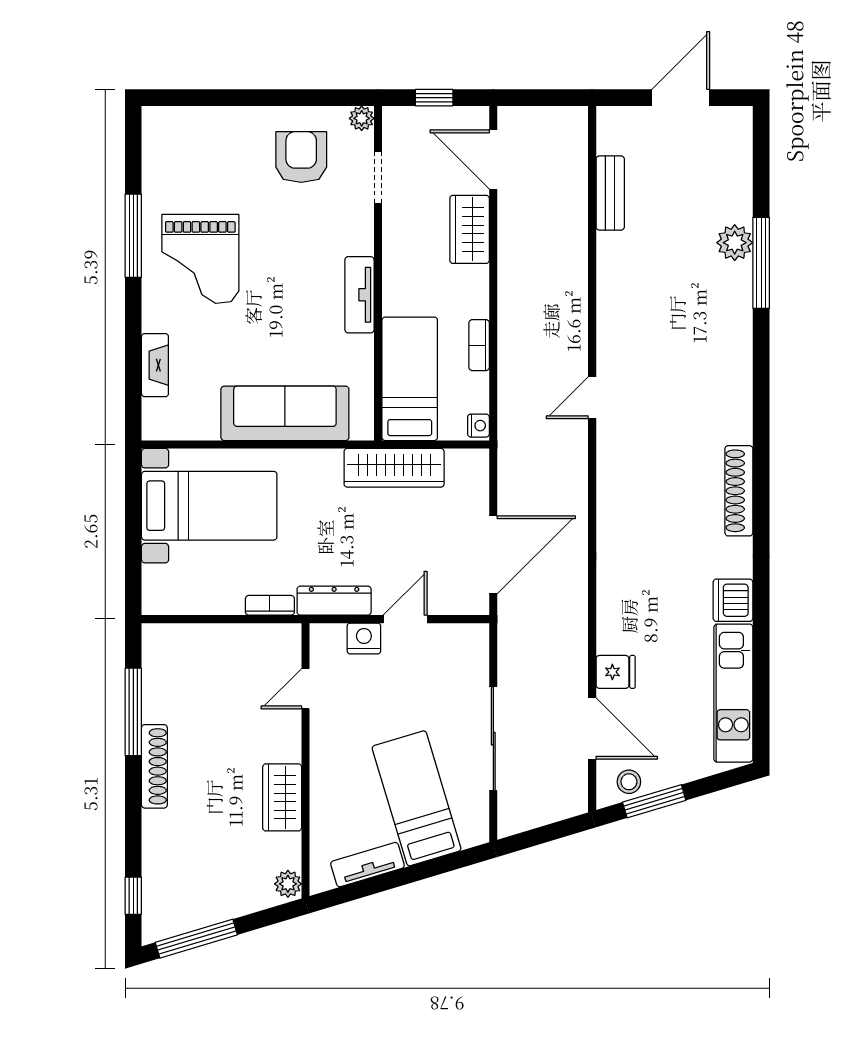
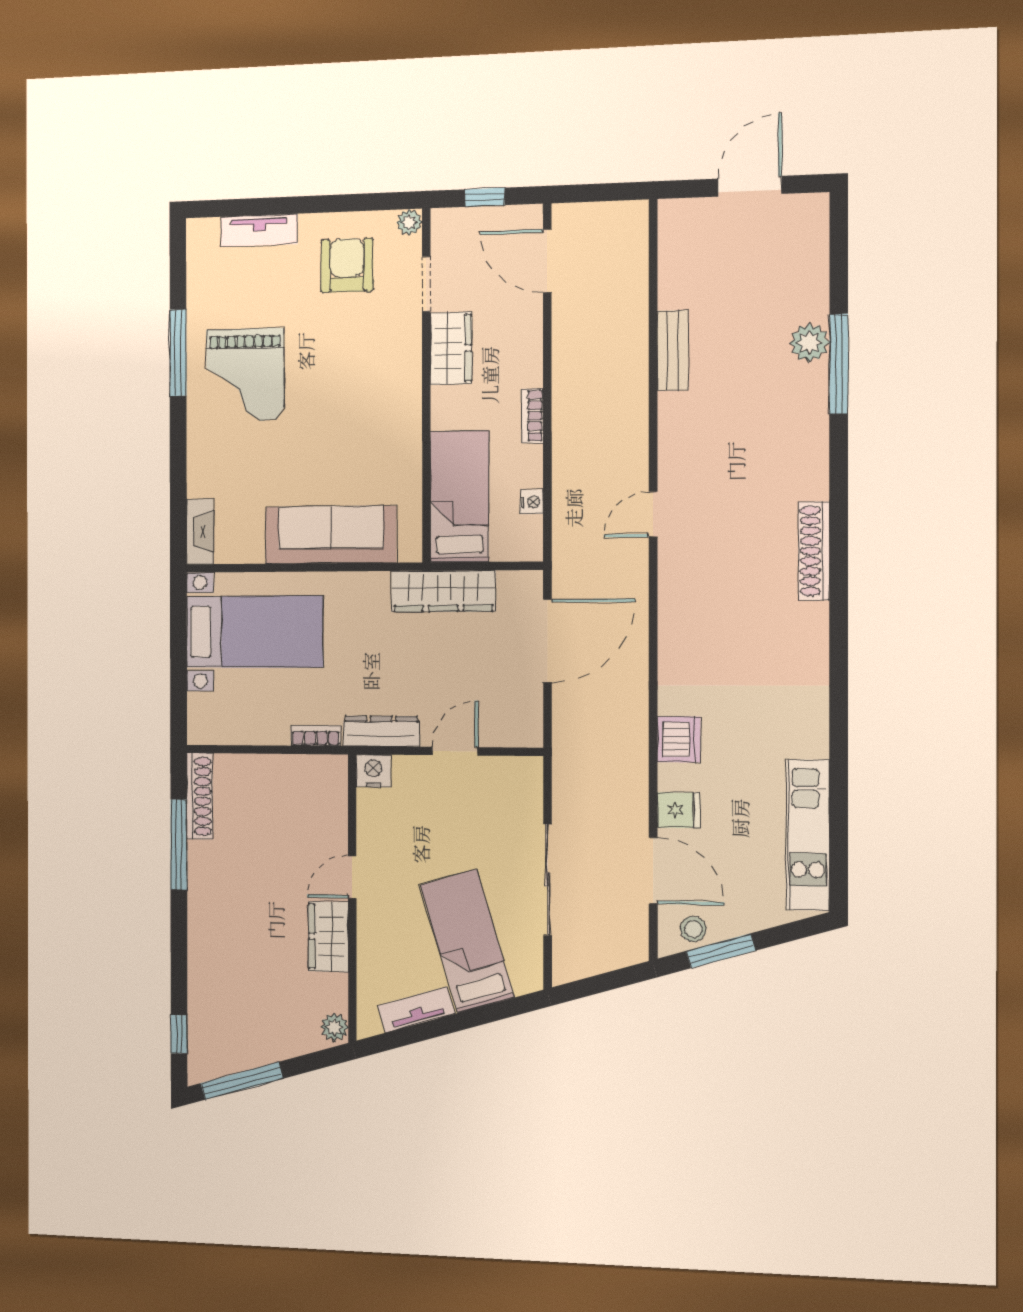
bench: (610, 193) -> (673, 350), moved
wardrobe: (470, 229) -> (451, 348), moved, turned 180
tv unit: (359, 295) -> (259, 230), moved, turned -90
bookcase: (479, 345) -> (532, 416), moved
fireplace: (155, 365) -> (200, 532), moved
nightstand: (478, 426) -> (532, 502), moved
shoe rack: (739, 491) -> (814, 551), moved
door: (493, 555) -> (547, 641), moved
dishwasher: (733, 600) -> (679, 739), moved, turned 180
nightstand: (364, 638) -> (373, 771), moved
door: (306, 689) -> (352, 877), moved
shoe rack: (154, 766) -> (200, 796), moved

